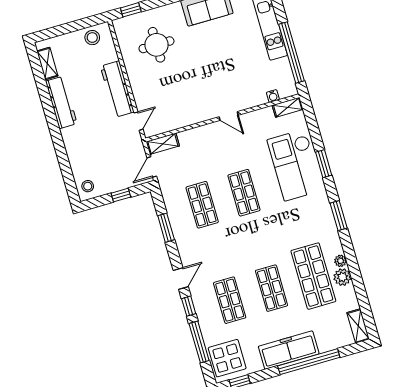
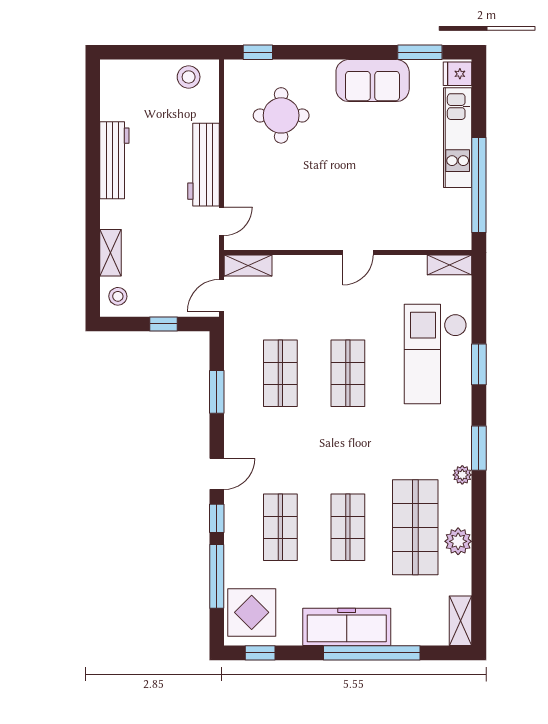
shelving: (47, 64) -> (111, 253), moved
water cooler: (273, 96) -> (432, 242), removed
door: (229, 116) -> (358, 252), hinge flipped
plant: (340, 261) -> (462, 475), moved

